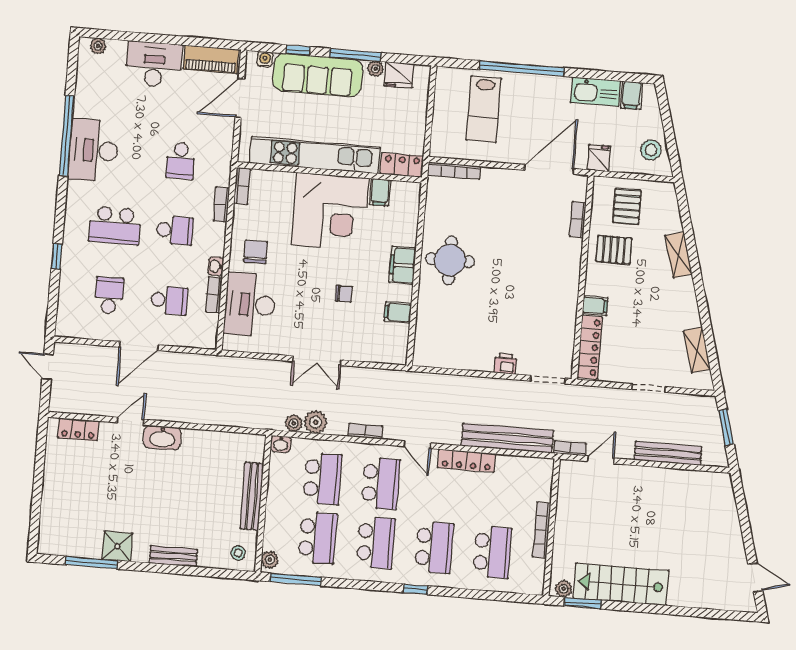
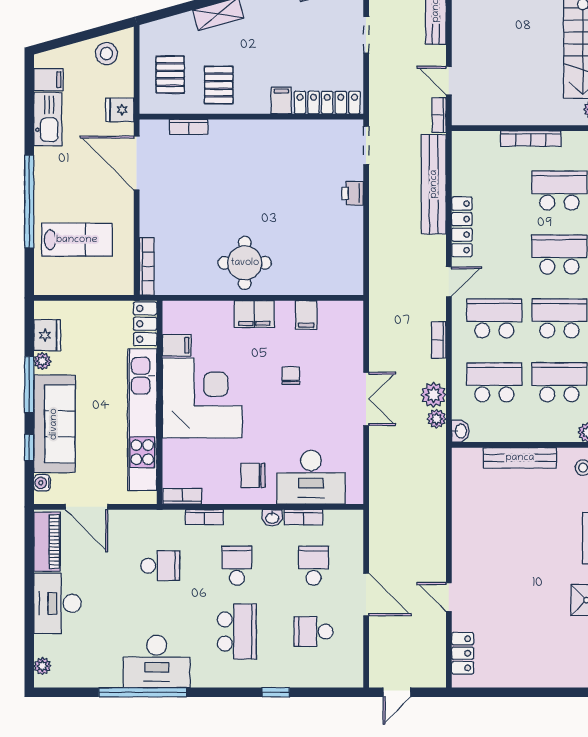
pallet: (627, 206) -> (170, 75), turned 90
washbasin: (162, 438) -> (464, 561), removed

